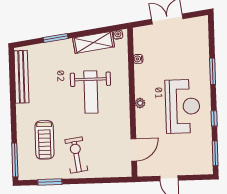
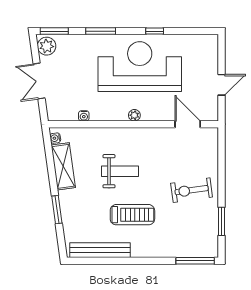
plant: (198, 25) -> (47, 46), added
weight bench: (91, 92) -> (120, 171), width x0.73, depth x0.75
reception desk: (183, 106) -> (140, 67), width x1.36, depth x1.30
treadmill: (45, 140) -> (132, 215), moved
window: (215, 153) -> (54, 31), moved

